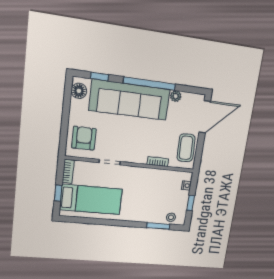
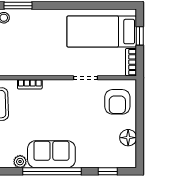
floor lamp: (79, 91) -> (128, 138), moved
sofa: (130, 100) -> (51, 154), width x0.54, depth x0.79

